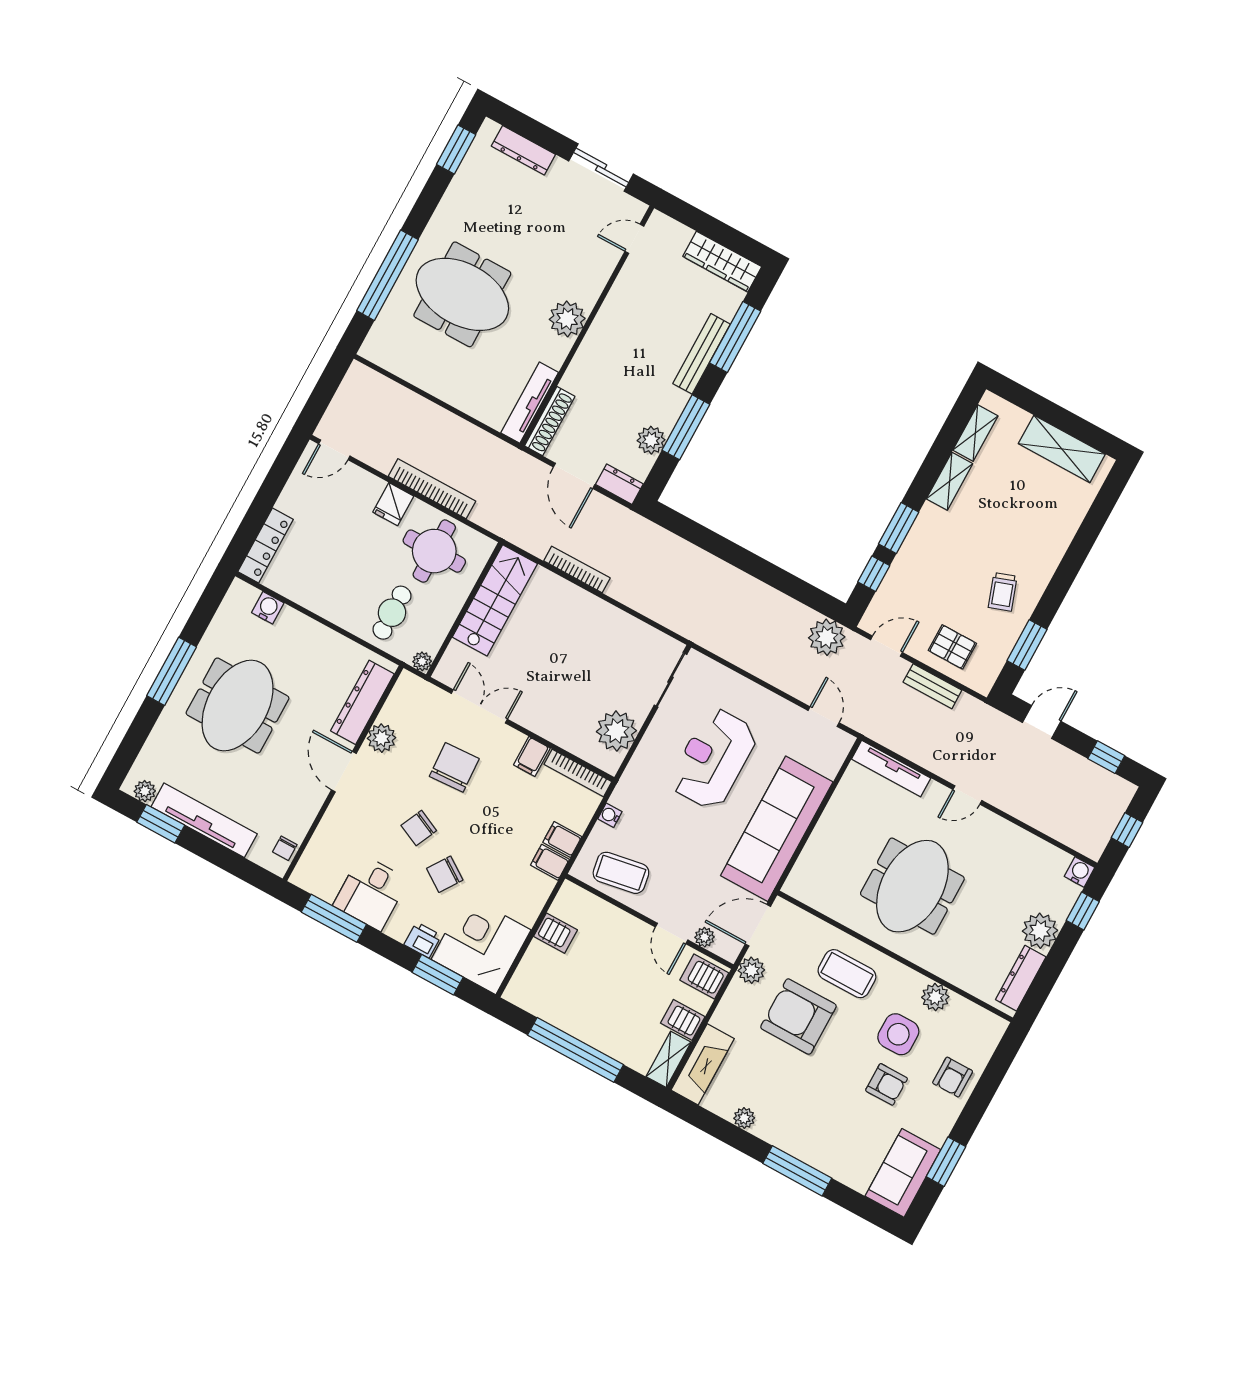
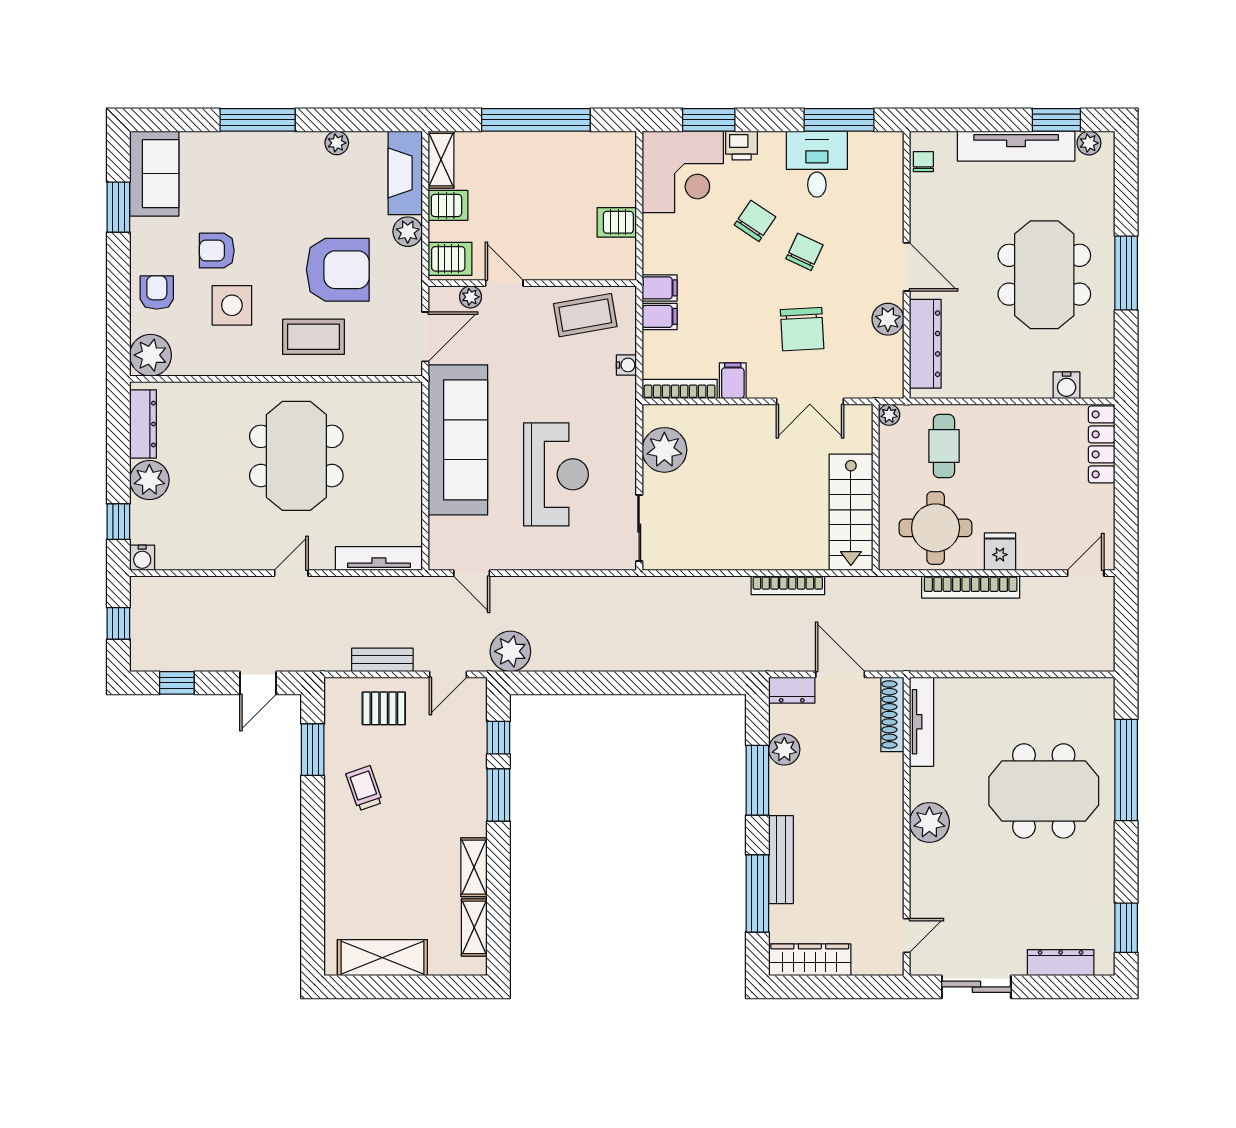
plant: (751, 970) -> (408, 232), moved
plant: (935, 997) -> (151, 355), moved, width x1.36, depth x1.36

